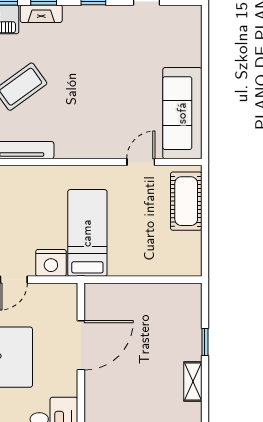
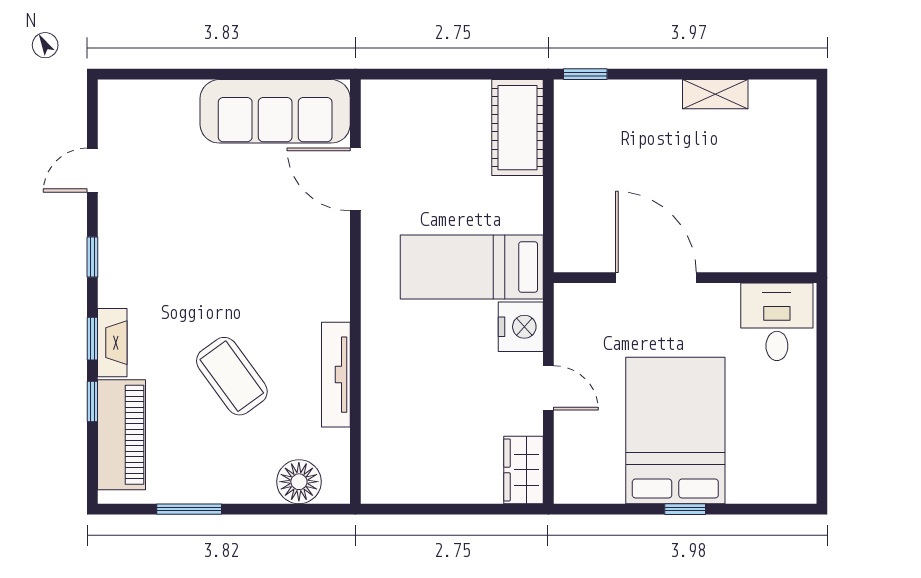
door: (141, 162) -> (355, 179), width x1.38
cot: (186, 201) -> (517, 128), moved, turned 90
window: (205, 342) -> (585, 74), moved

